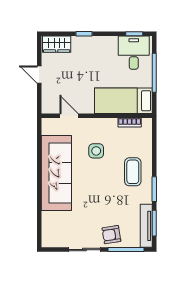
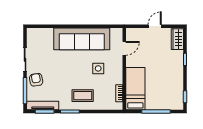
desk: (134, 53) -> (171, 96), removed

